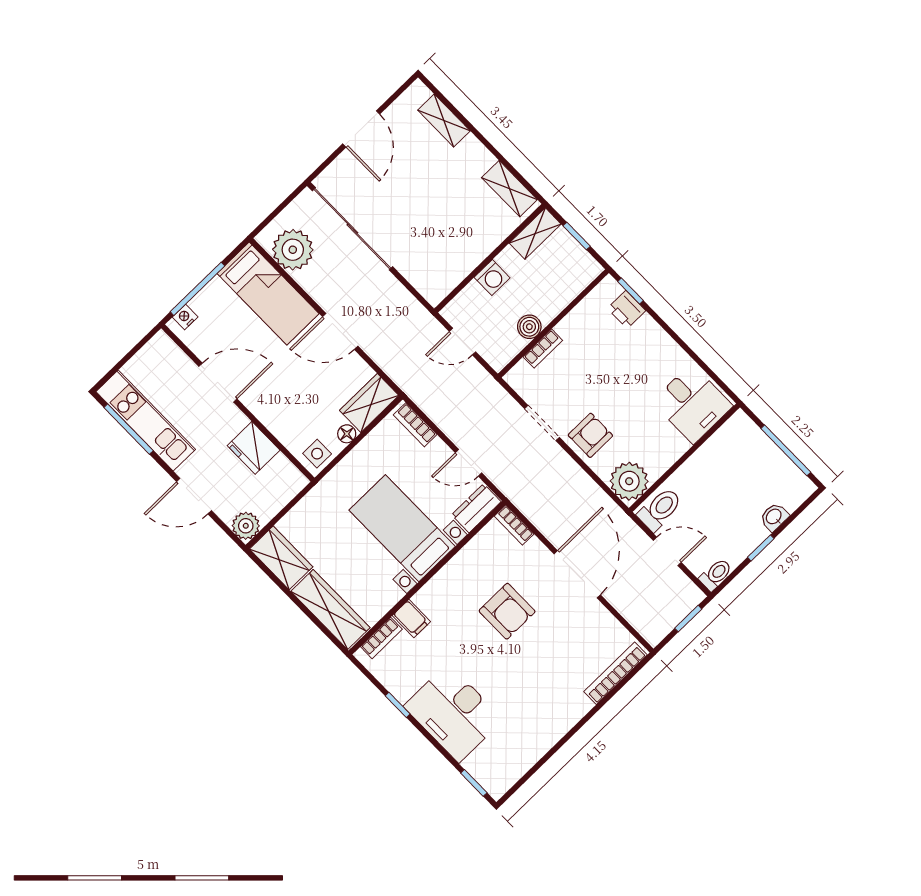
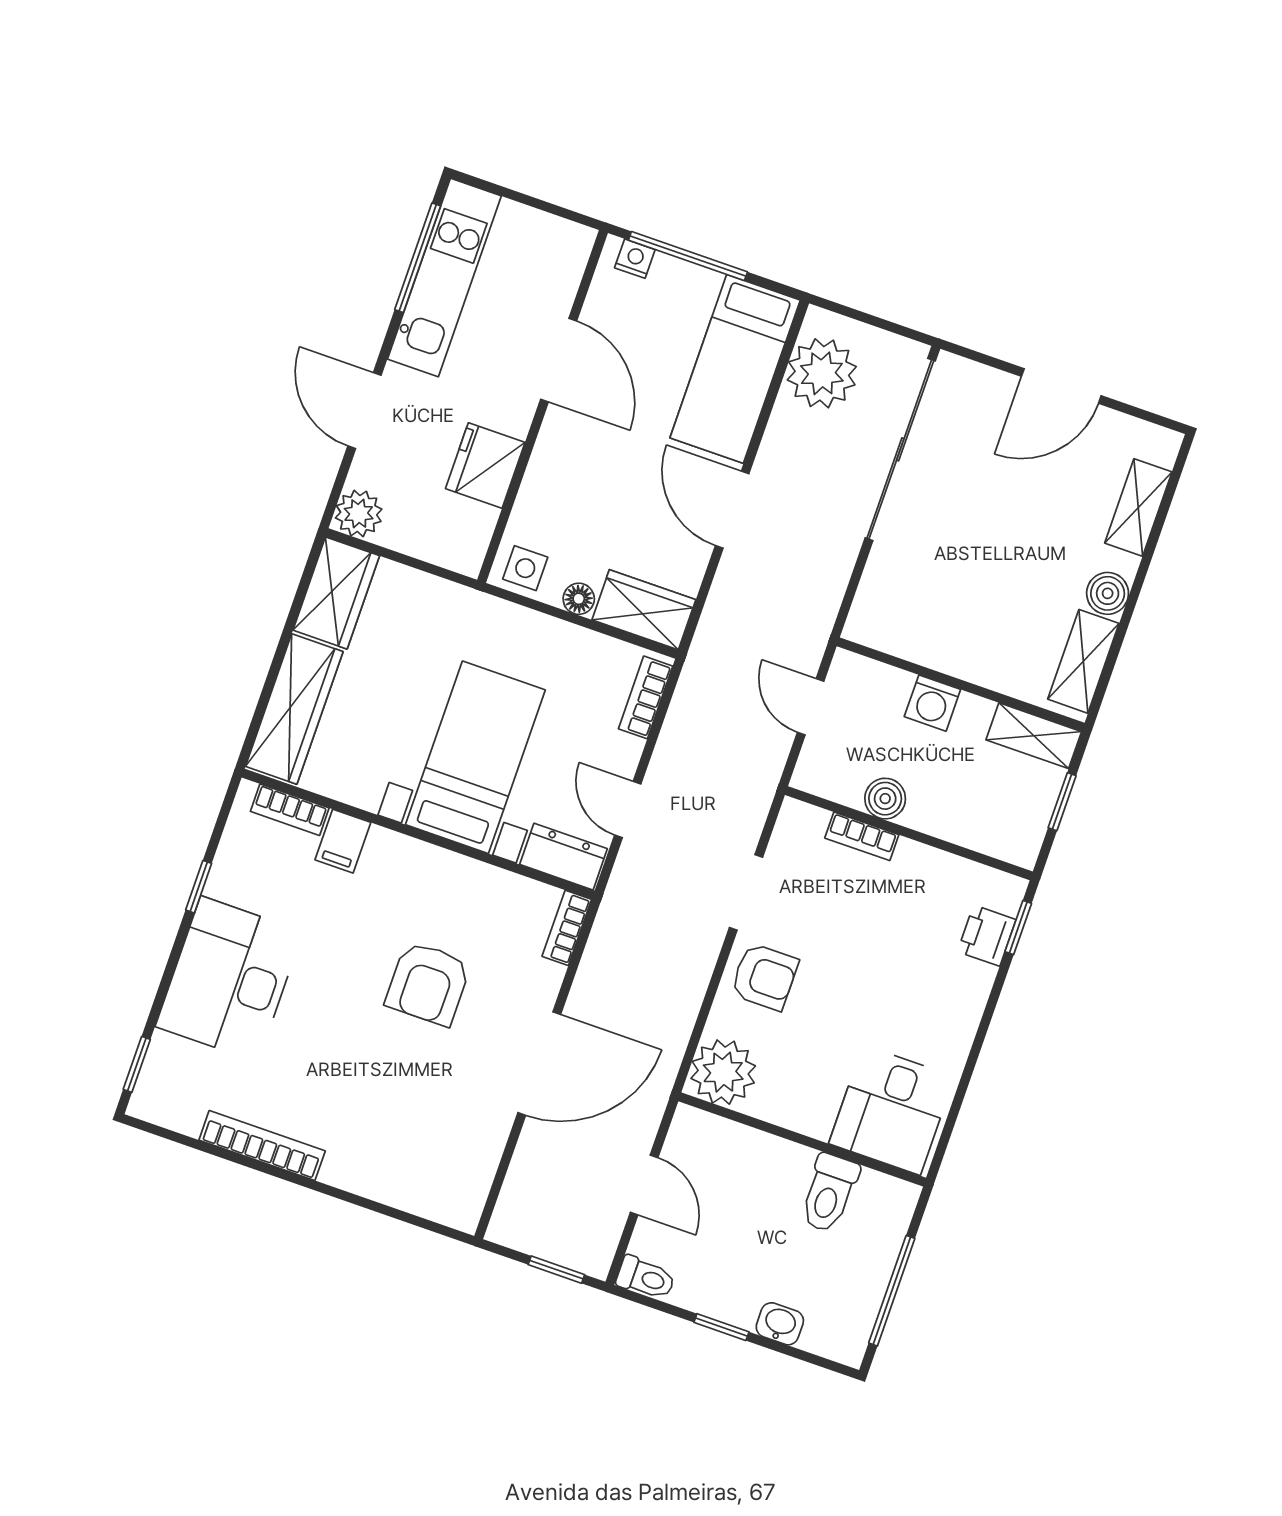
boiler: (480, 159) -> (1108, 593), added
toilet: (660, 509) -> (829, 1193), moved, turned 90
bookcase: (615, 673) -> (262, 1146), moved

